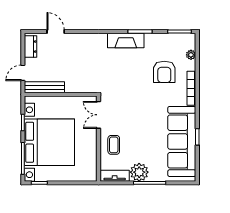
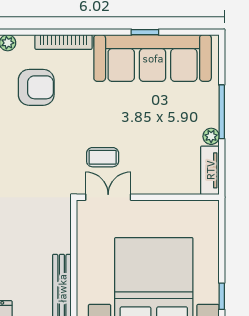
double door: (99, 115) -> (108, 197), swing flipped
coffee table: (114, 145) -> (103, 157), moved
plant: (139, 172) -> (211, 136), width x0.53, depth x0.53

